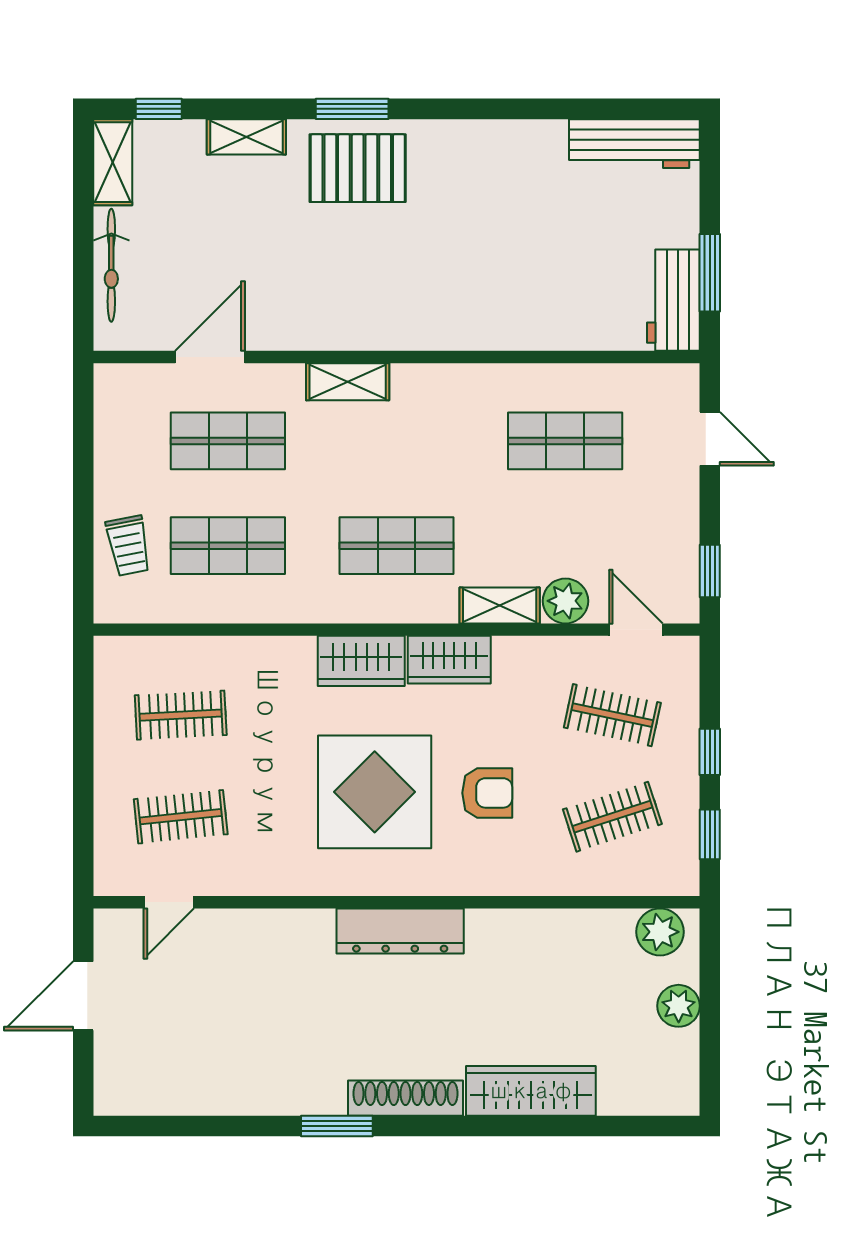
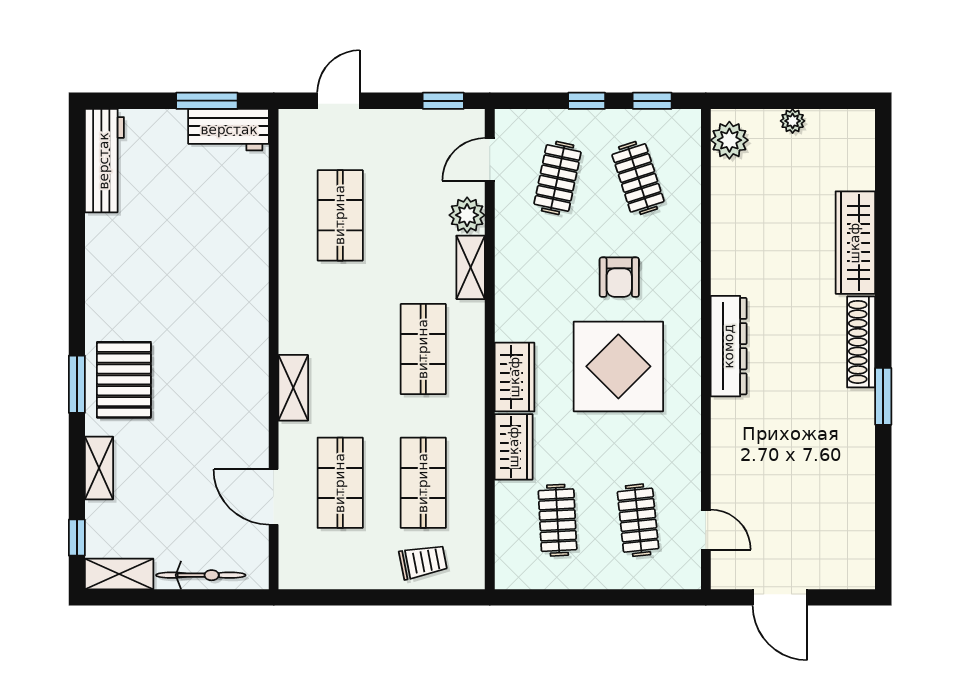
wardrobe: (449, 660) -> (514, 447), moved
armchair: (487, 793) -> (619, 277), turned 180
plant: (679, 1006) -> (793, 121), width x0.73, depth x0.73

